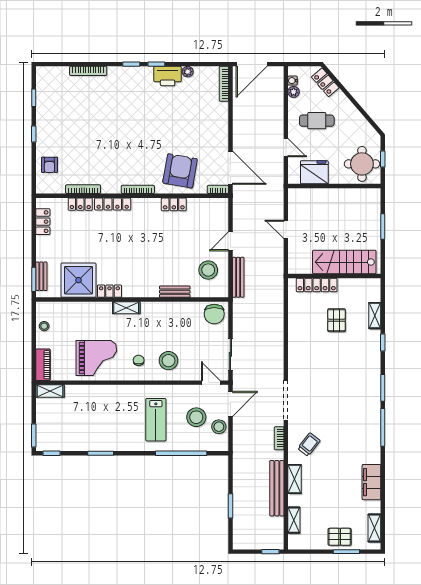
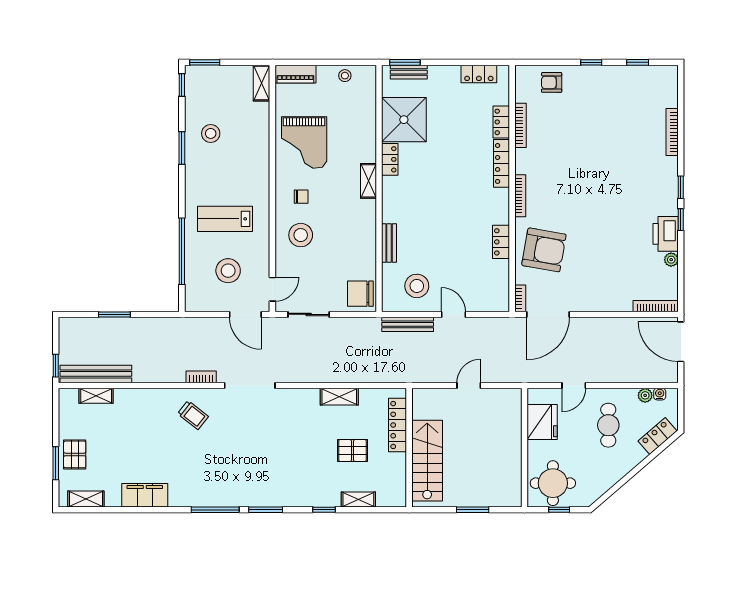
stool: (219, 427) -> (211, 133), moved
shelving: (295, 479) -> (339, 397), moved
bench: (277, 488) -> (96, 374), moved

